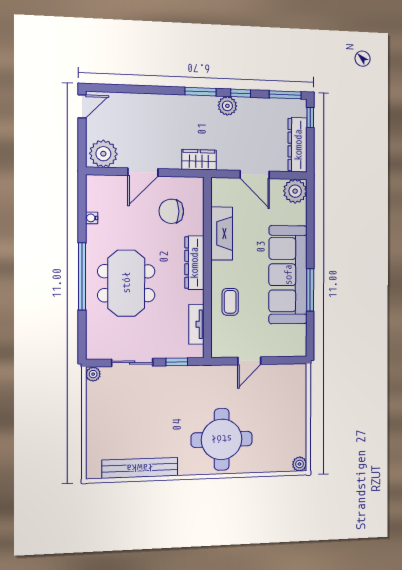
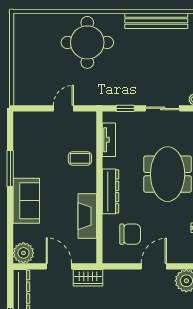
wardrobe: (199, 160) -> (88, 278), moved
sofa: (288, 275) -> (26, 201), width x0.54, depth x0.79
coffee table: (230, 302) -> (80, 158), turned 90
plant: (300, 464) -> (19, 19), removed

